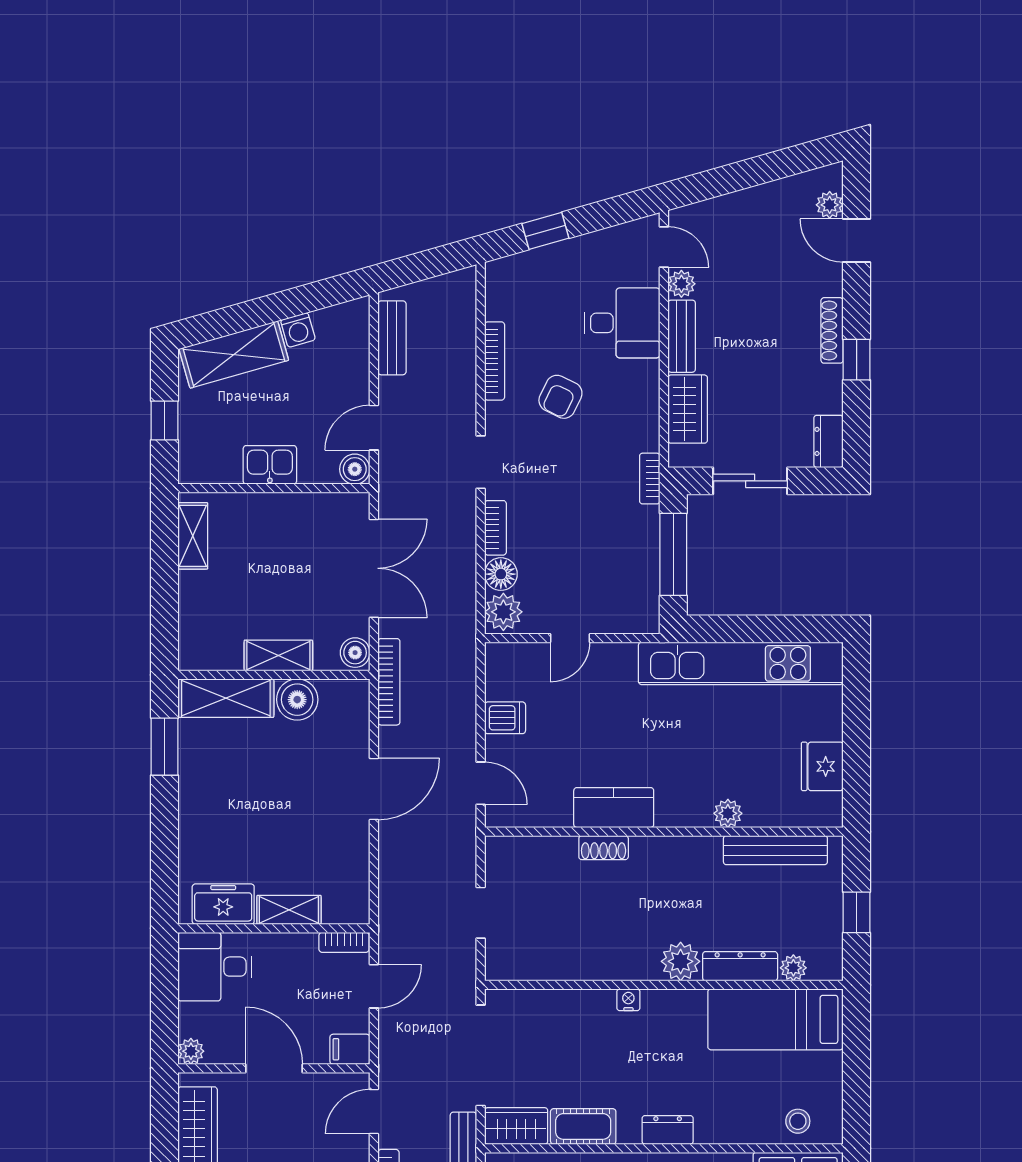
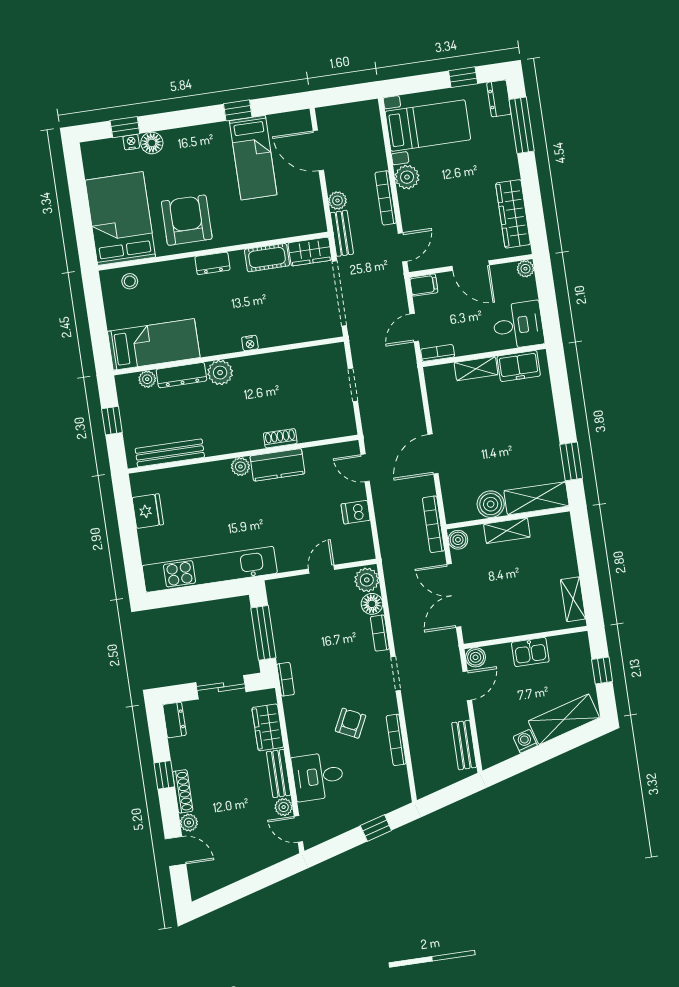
plant: (830, 205) -> (189, 823), moved
plant: (728, 813) -> (240, 467), moved

